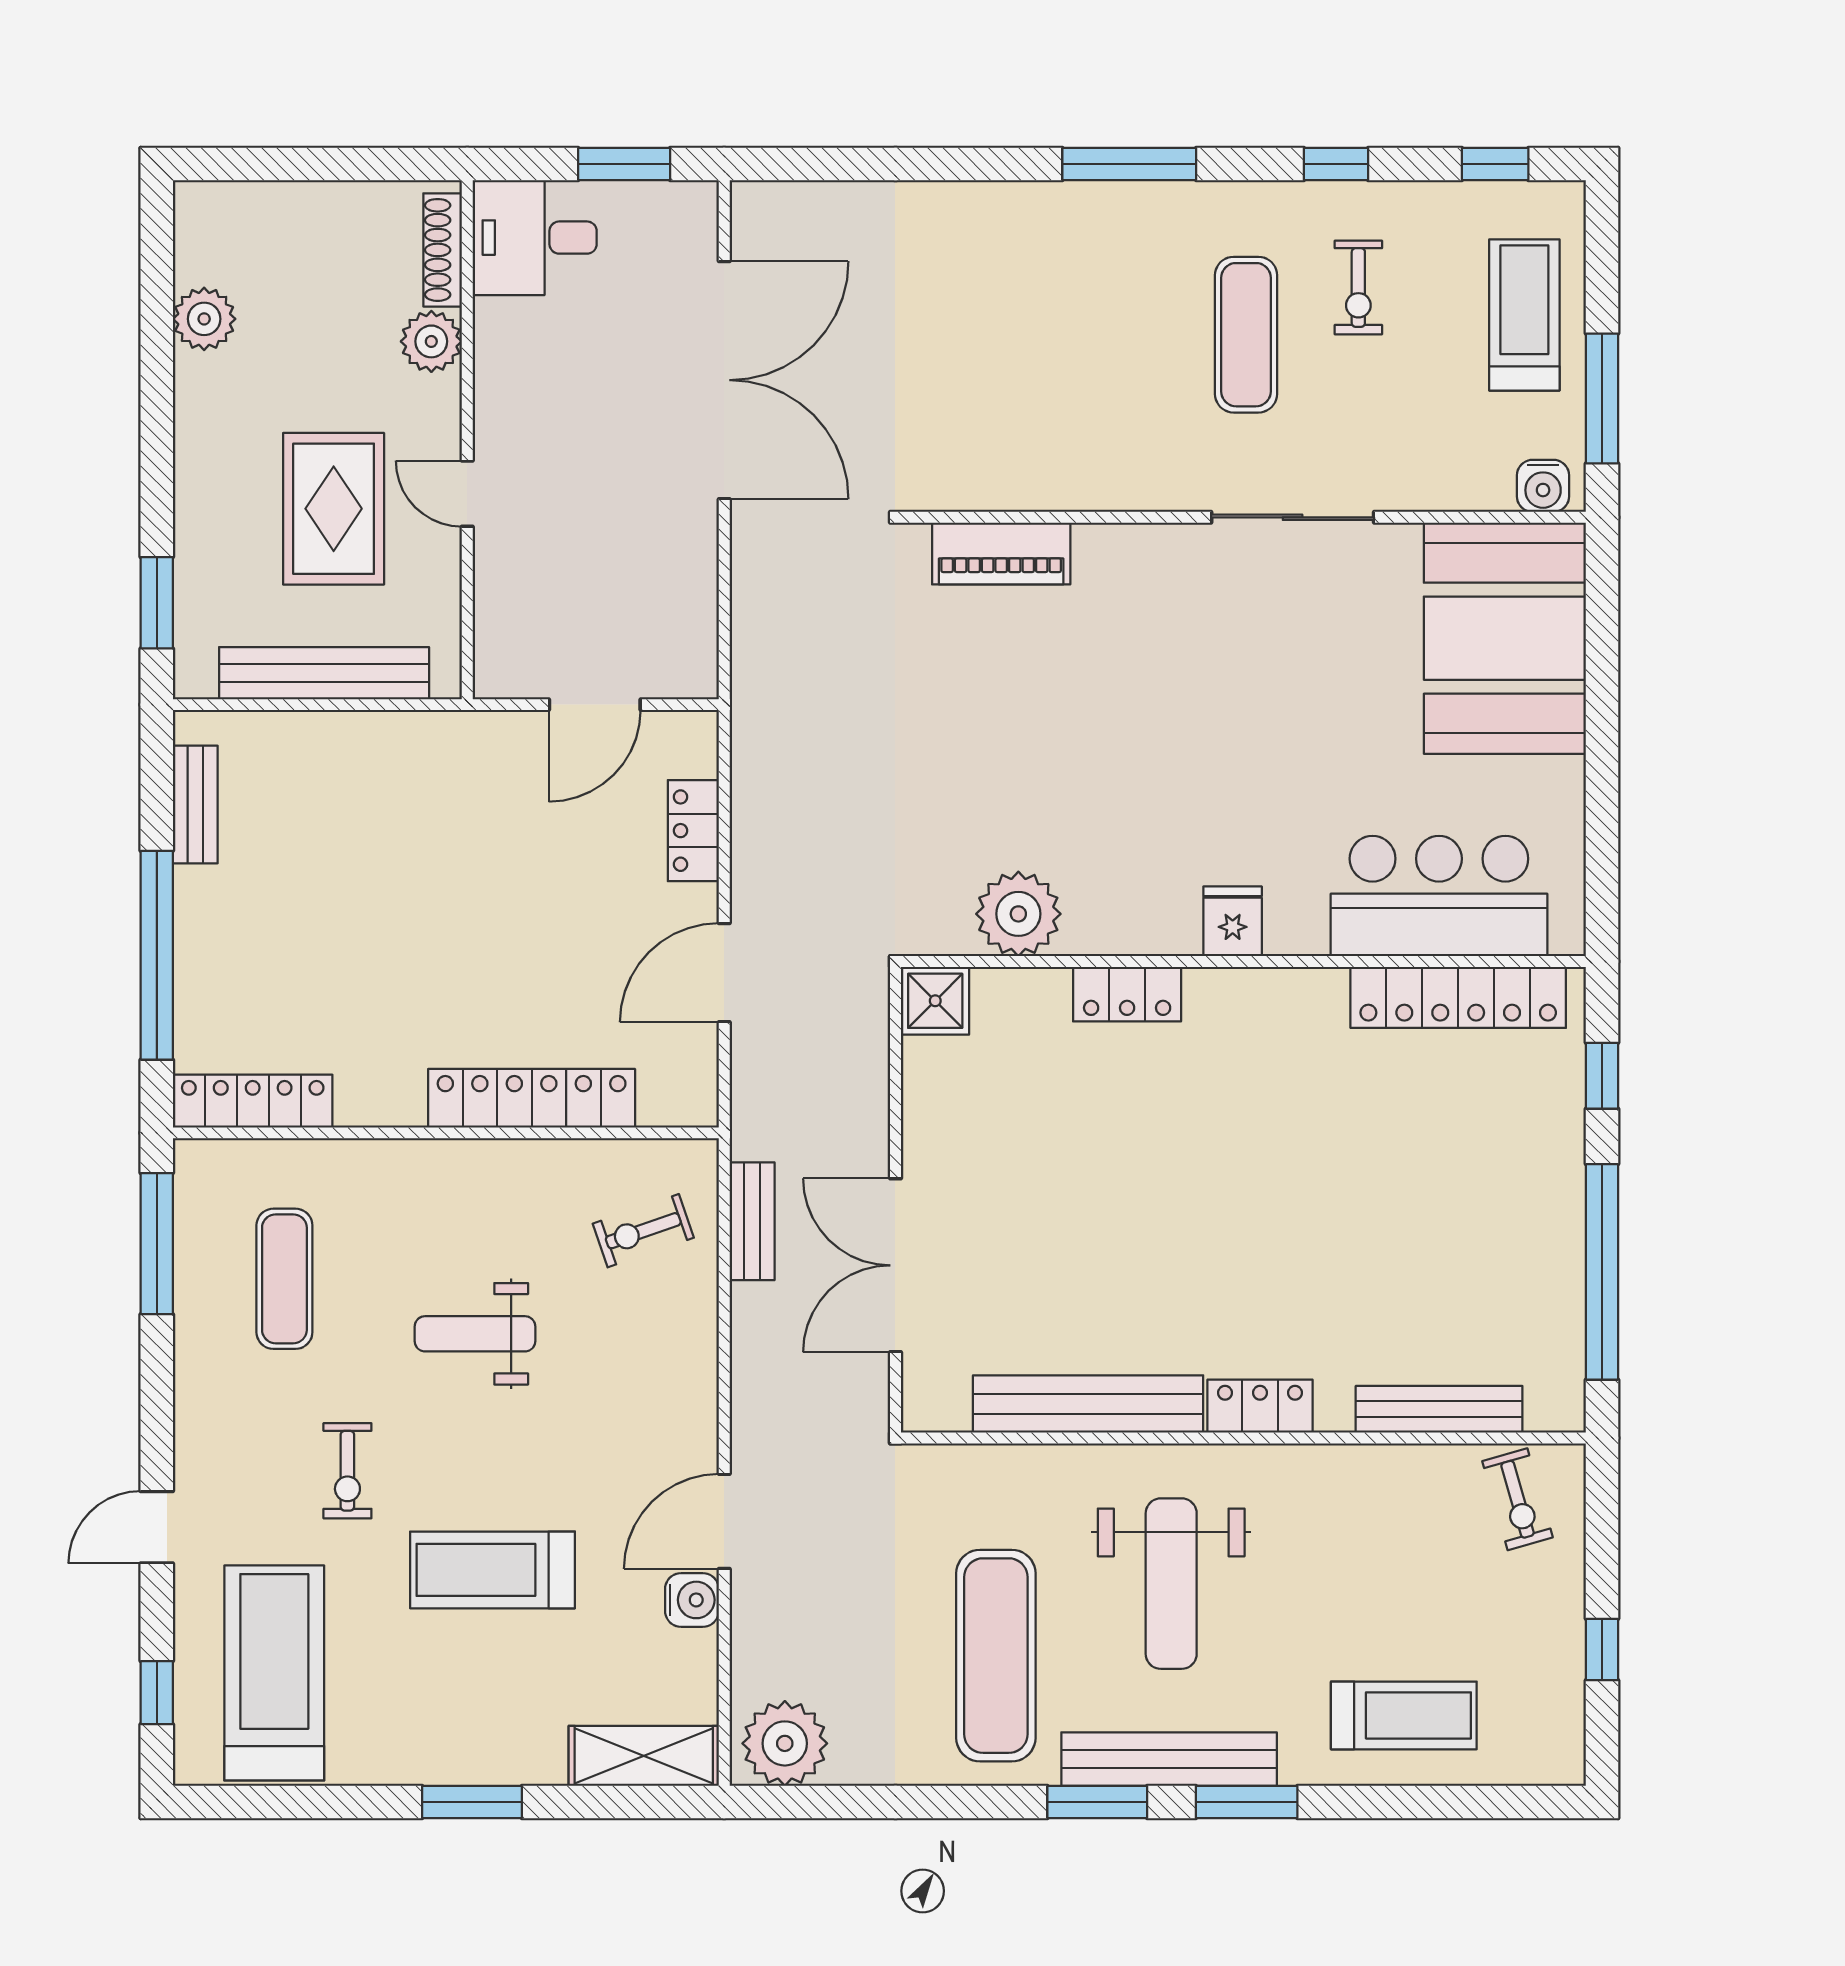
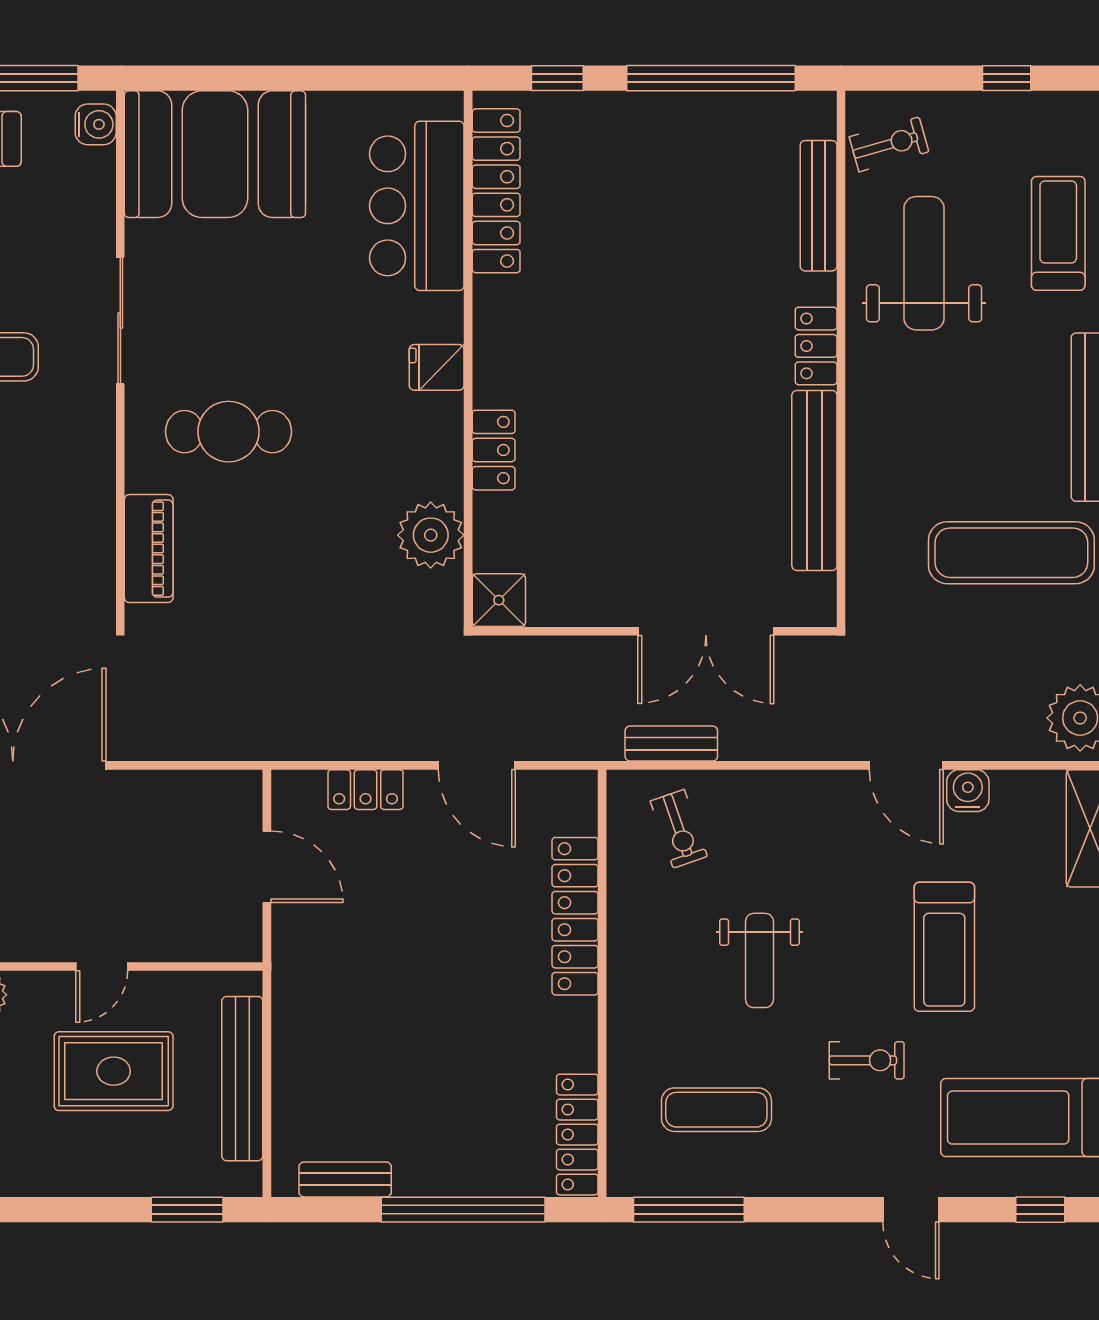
cafe table: (1151, 656) -> (229, 432), added
weight bench: (1171, 1584) -> (924, 263), moved, turned -90

